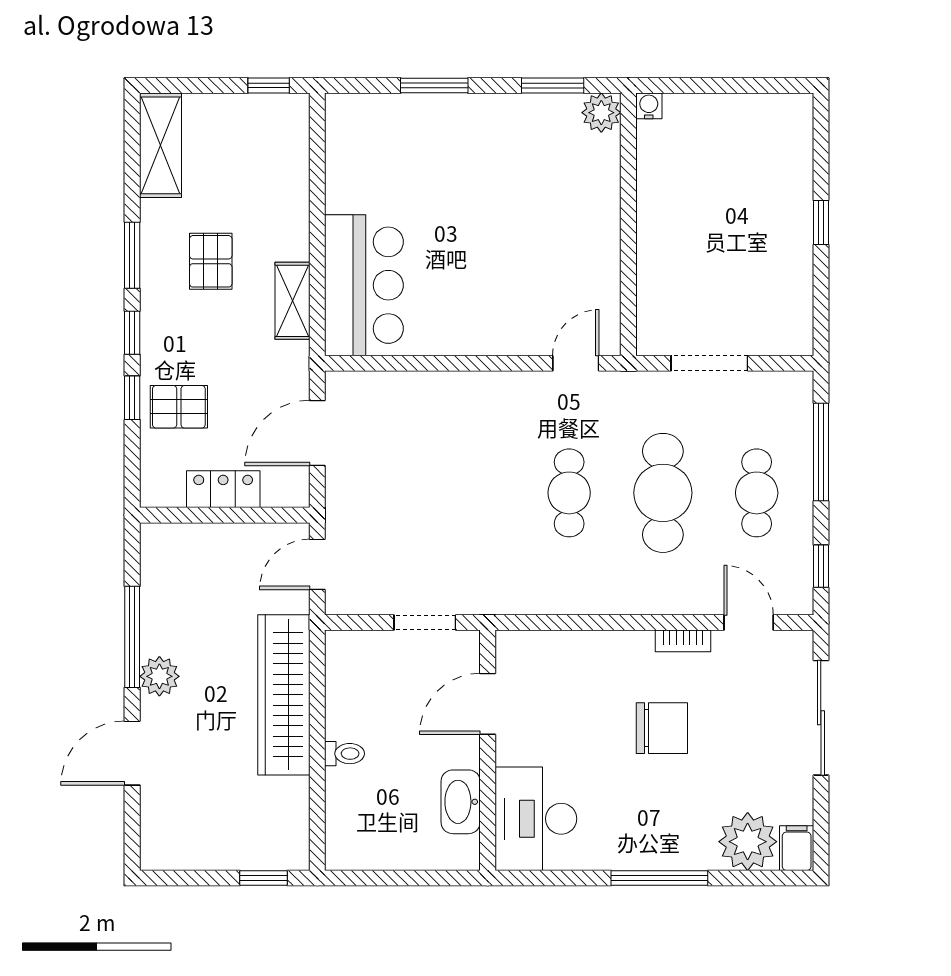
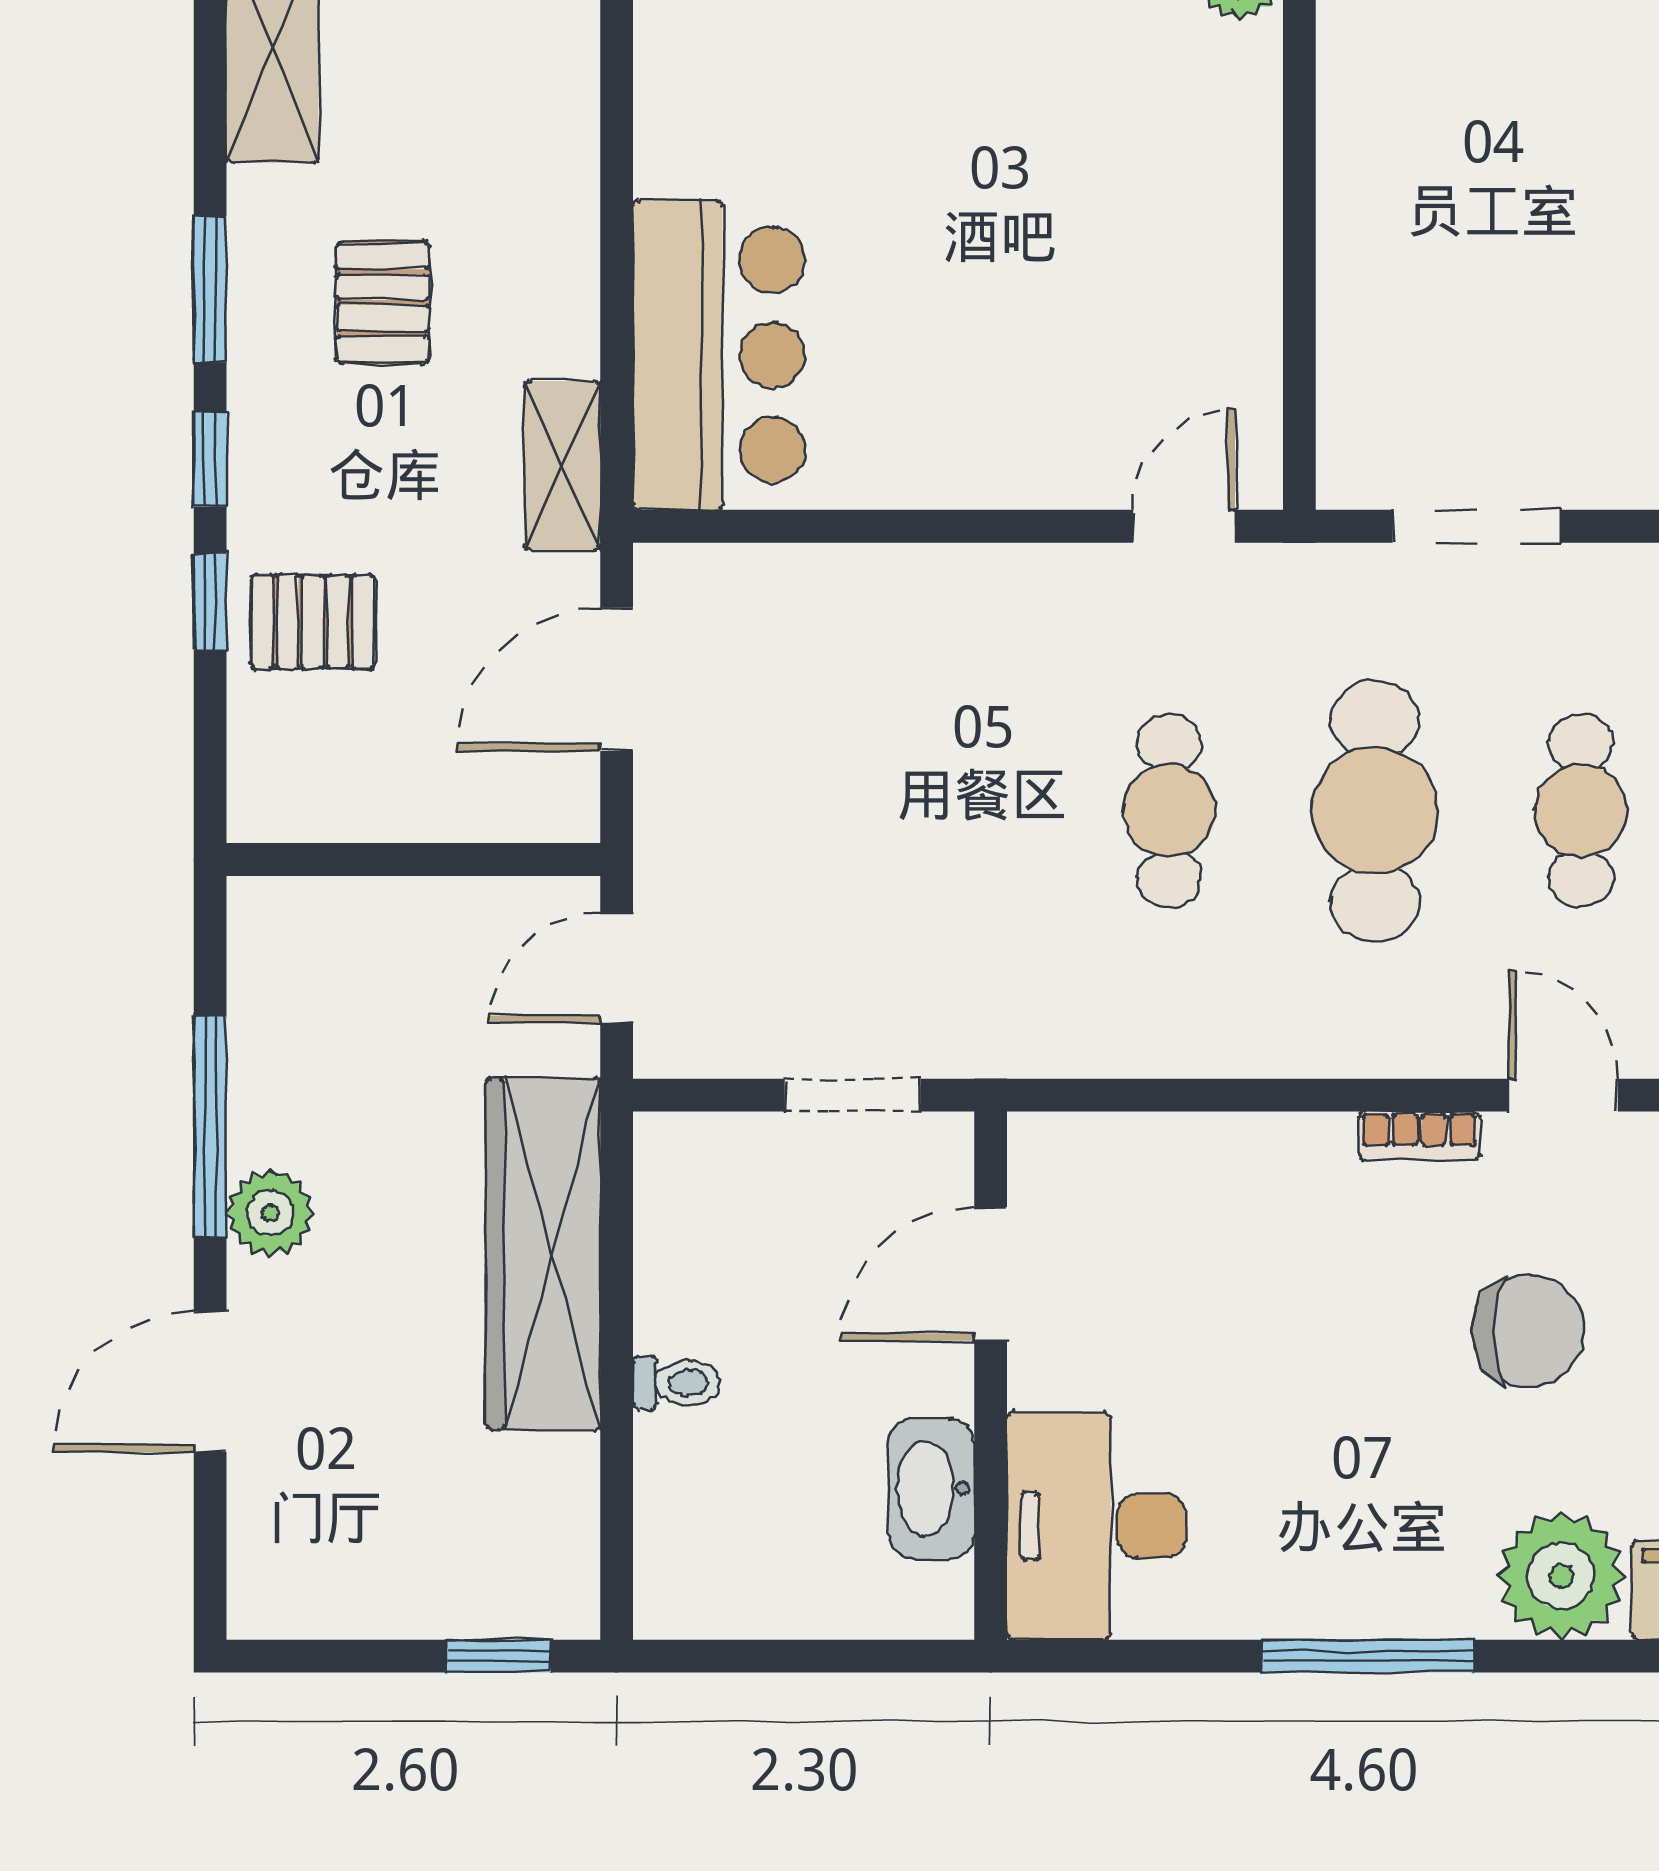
shelving: (293, 301) -> (562, 466), moved
locker: (223, 489) -> (410, 803), removed
chair: (662, 728) -> (1528, 1331), moved

